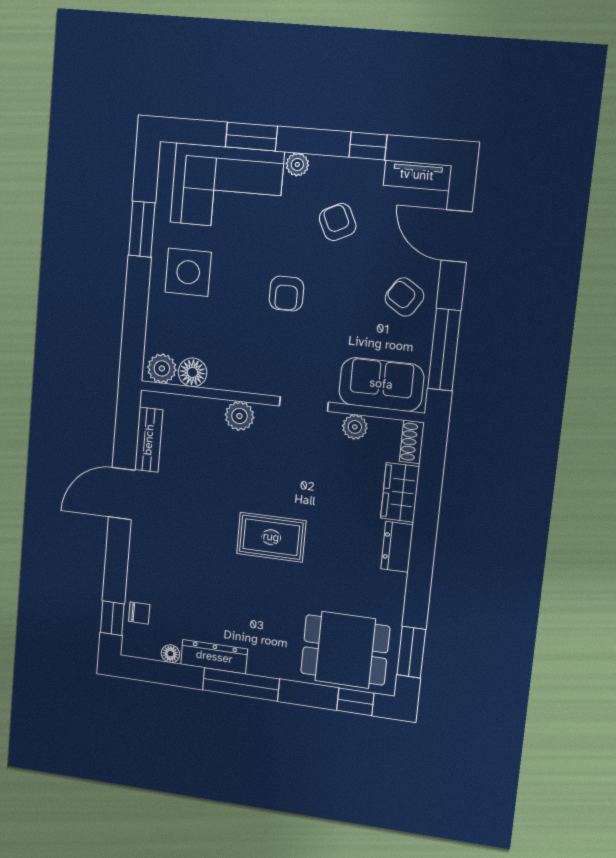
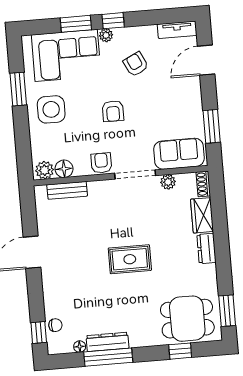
window: (368, 146) -> (113, 21), moved
door: (457, 236) -> (206, 60), hinge flipped
armchair: (404, 297) -> (101, 163), moved, turned 57
window: (444, 350) -> (212, 126), width x0.69
doorway: (304, 404) -> (135, 174), width x1.38
plant: (239, 416) -> (97, 189), removed
bench: (149, 440) -> (67, 190), moved, turned 90
window: (241, 684) -> (108, 357), moved
window: (355, 702) -> (180, 351), moved

